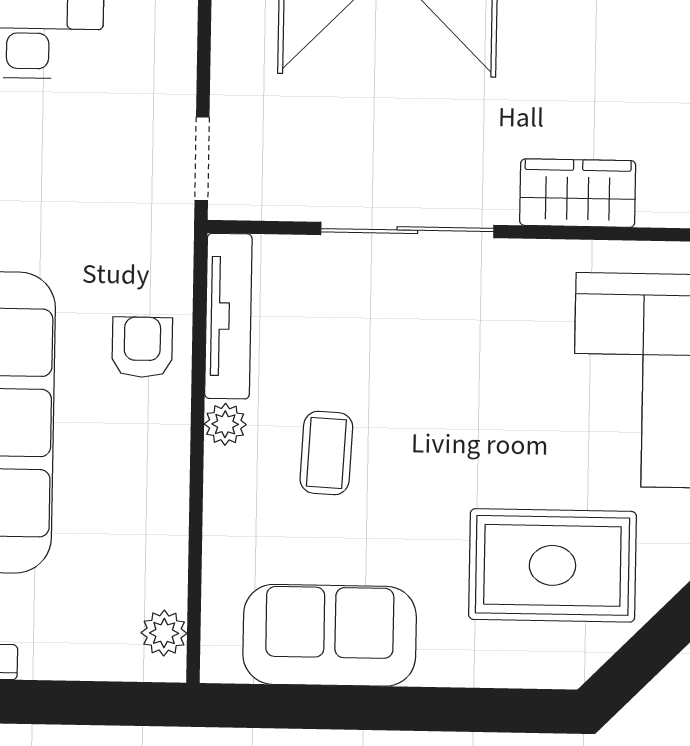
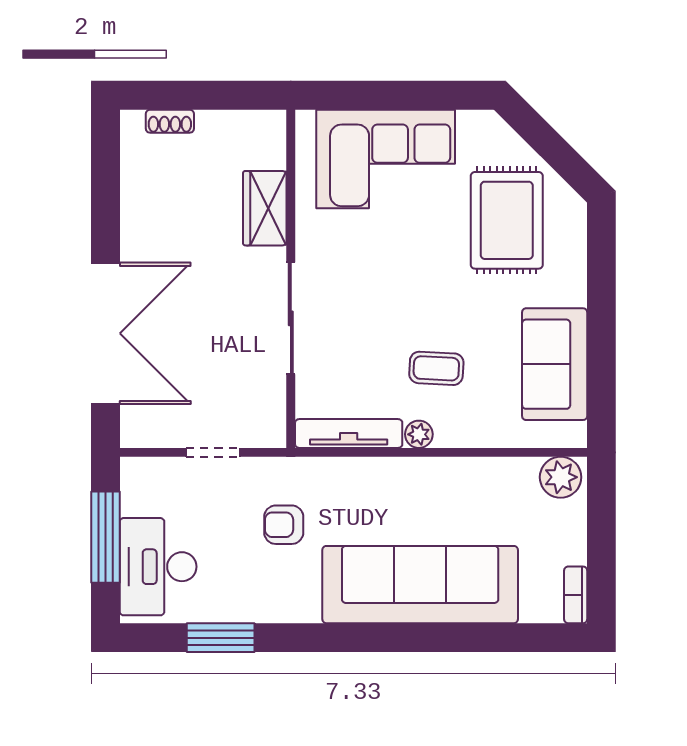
doorway: (202, 159) -> (213, 452), moved
armchair: (142, 347) -> (284, 525), moved
plant: (164, 633) -> (561, 477), width x1.38, depth x1.38

